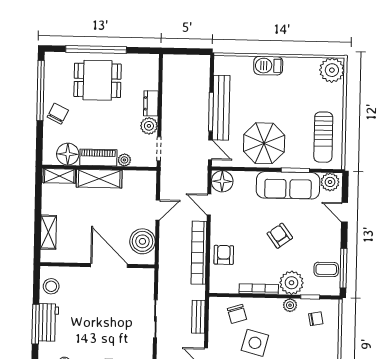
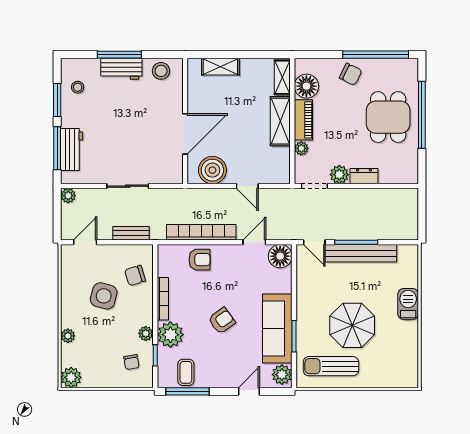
plant: (332, 70) -> (405, 374), removed
parasol: (264, 143) -> (352, 325), moved
door: (210, 150) -> (314, 242), hinge flipped

